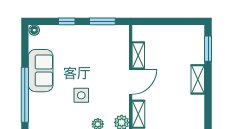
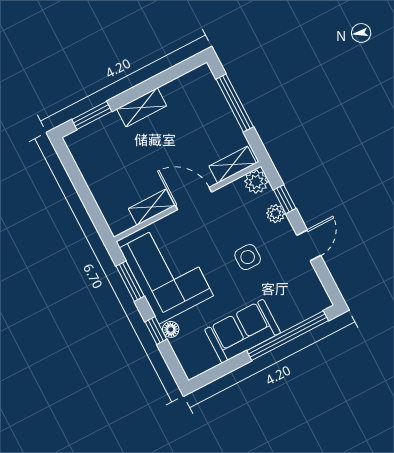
floor lamp: (34, 30) -> (171, 329), moved
corner sofa: (97, 45) -> (166, 272), added

